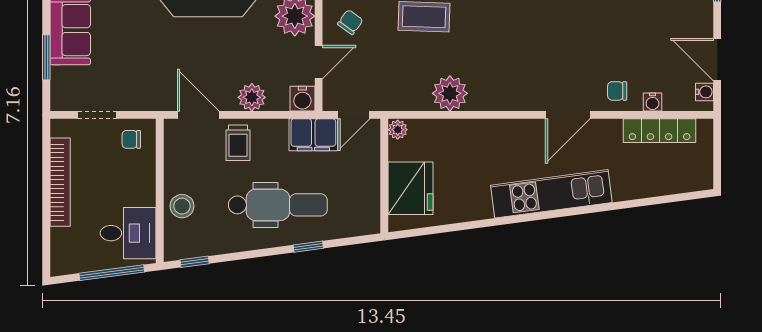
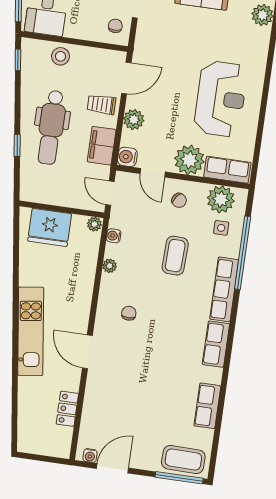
chair: (617, 91) -> (129, 313), moved
plant: (450, 93) -> (110, 266), width x0.53, depth x0.53
water cooler: (652, 102) -> (114, 236), moved
locker: (660, 131) -> (67, 409), width x0.66
filing cabinet: (313, 135) -> (102, 146), moved

